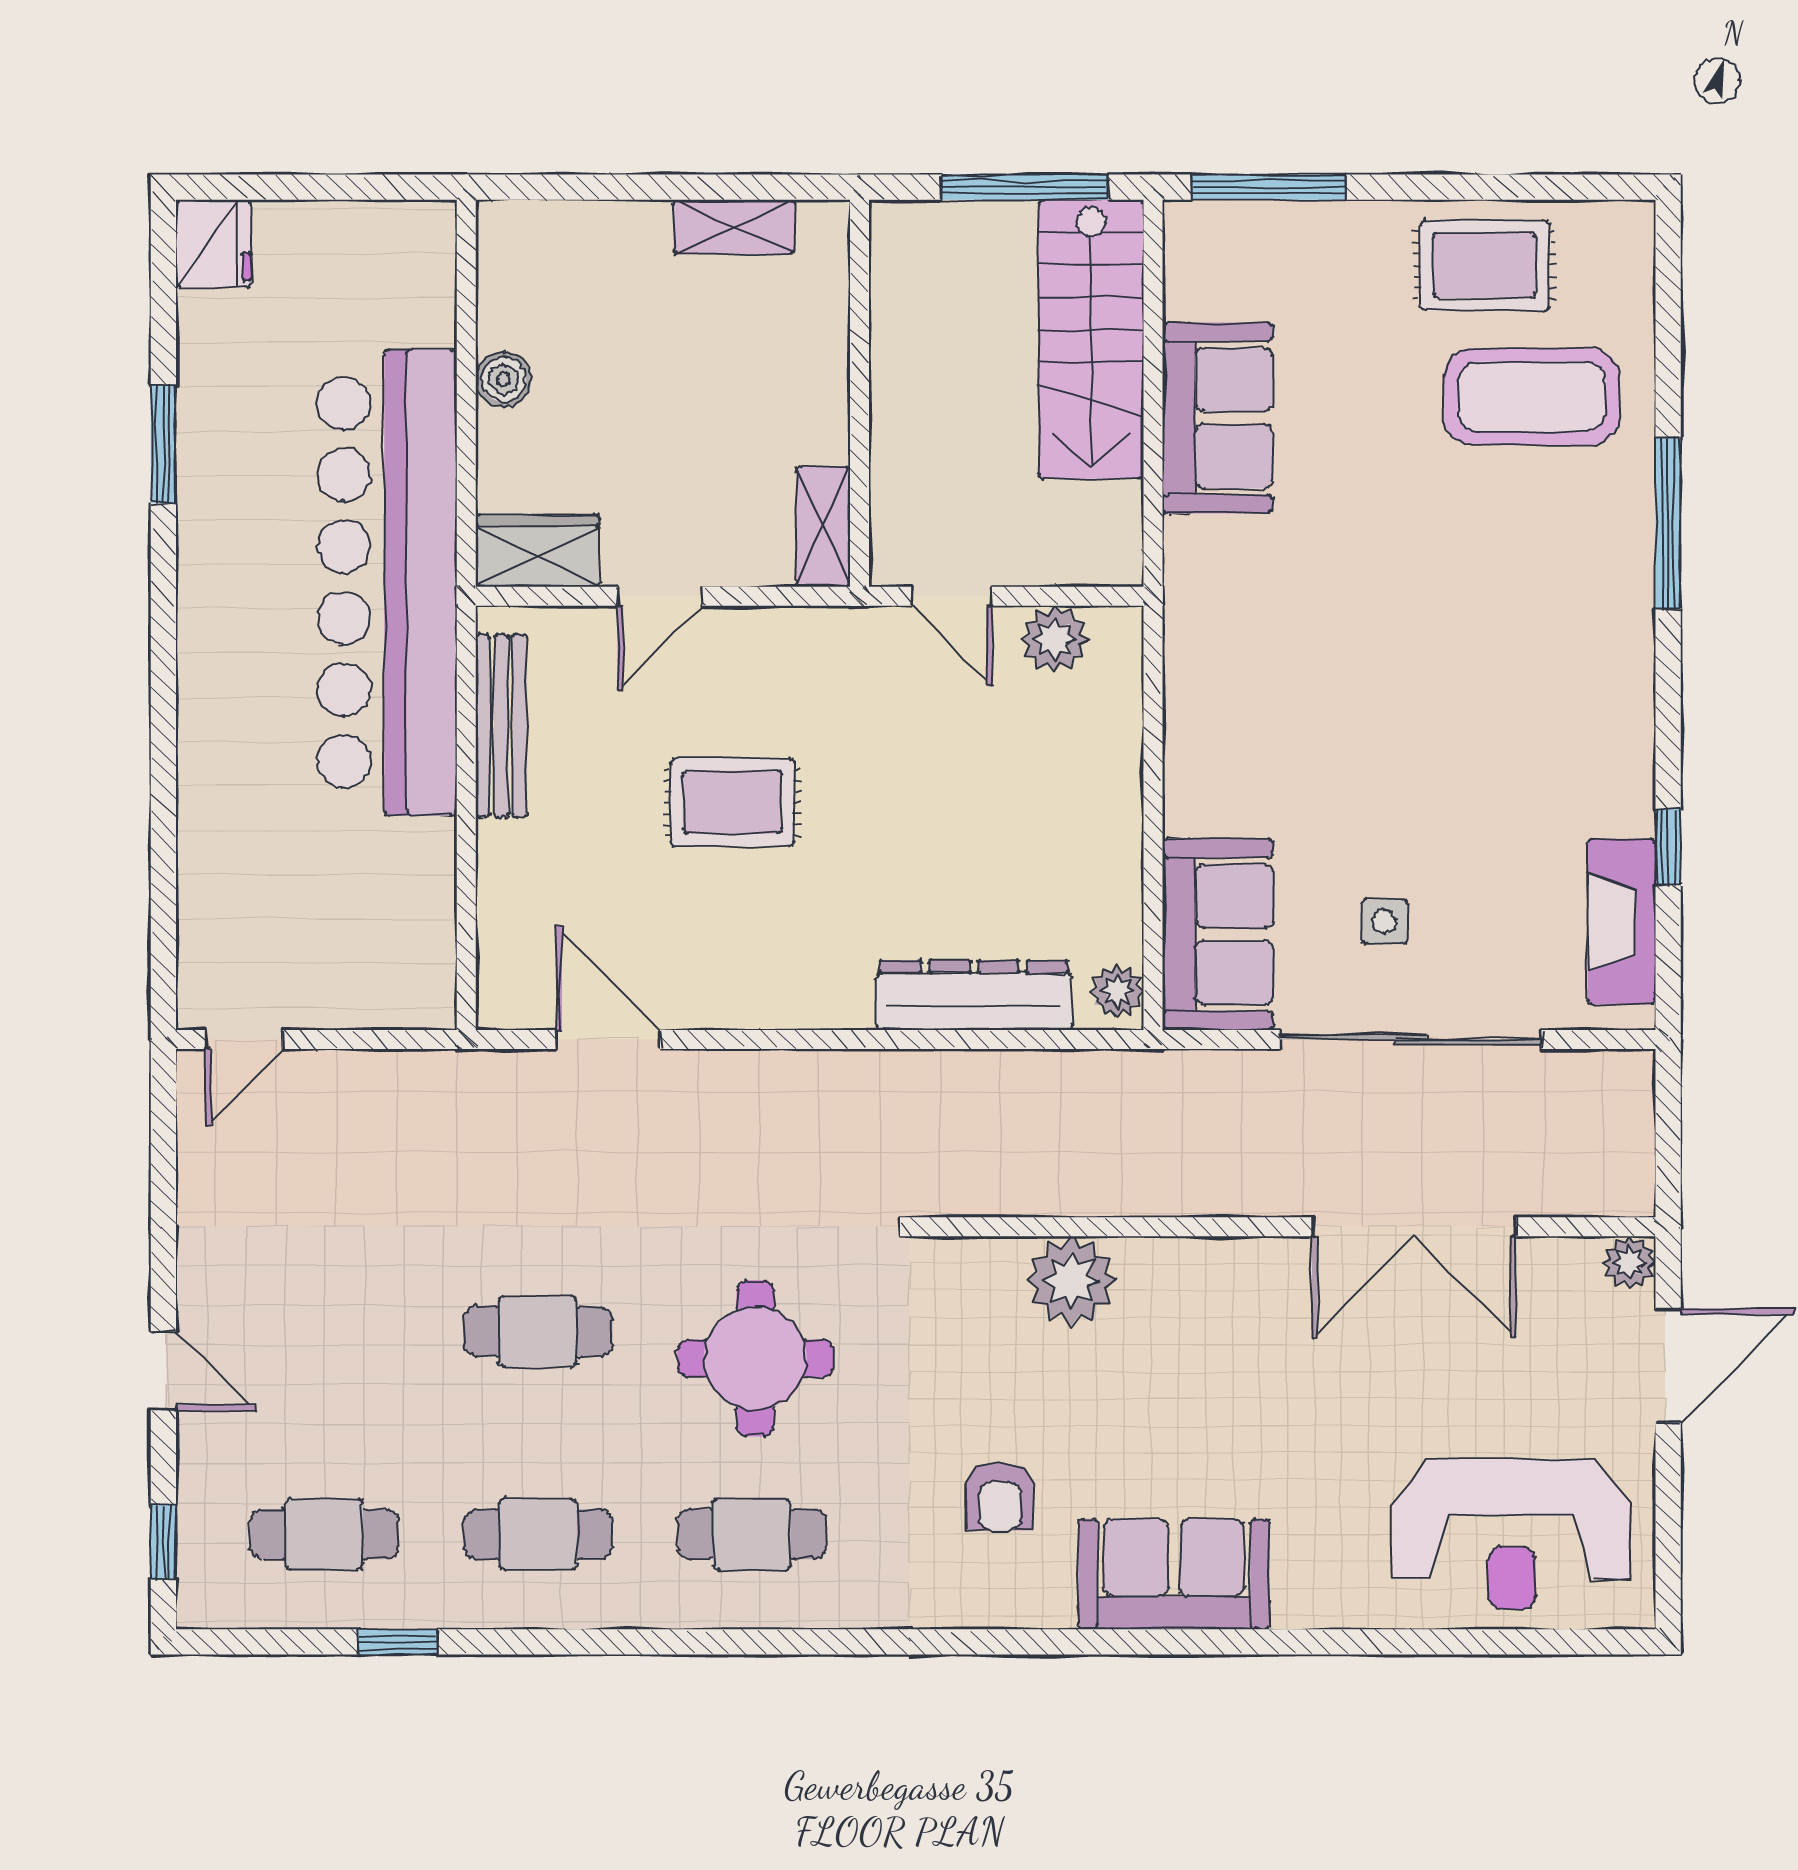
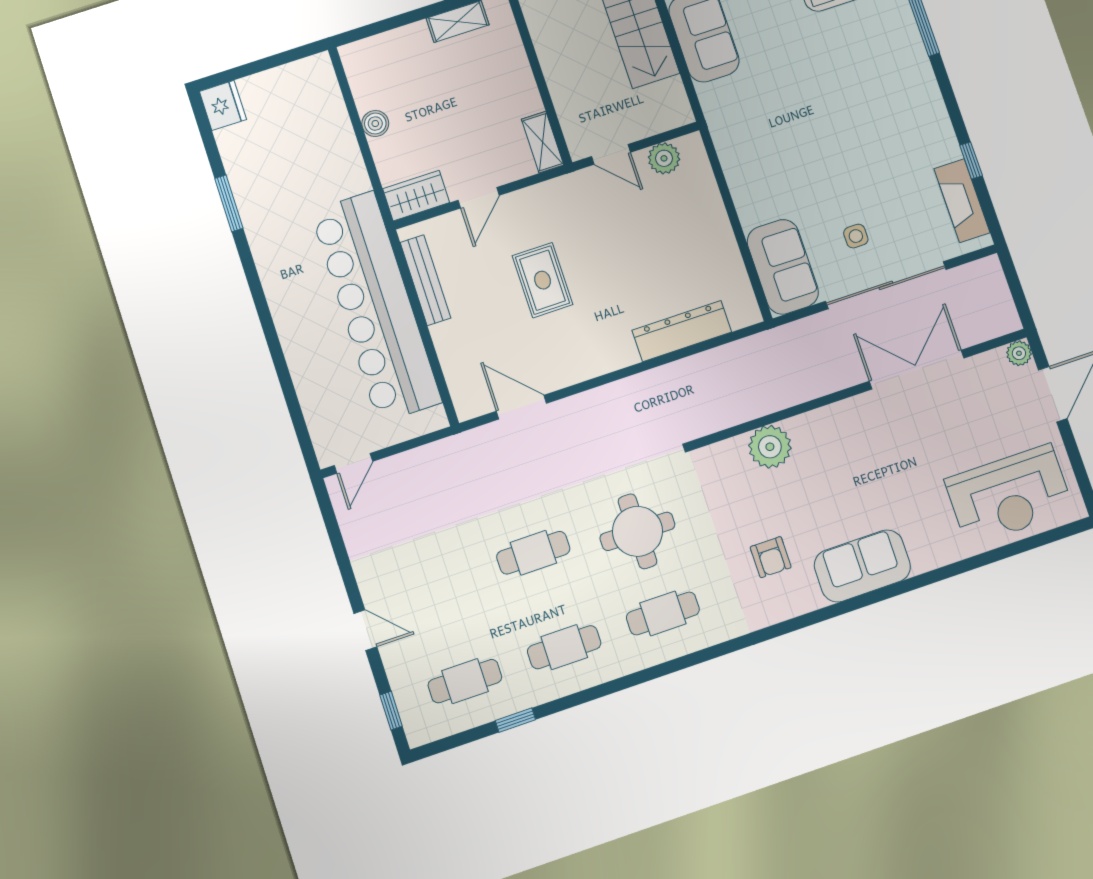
bar counter: (387, 582) -> (376, 307), moved
rug: (732, 802) -> (542, 280), turned 90
plant: (1117, 991) -> (746, 308), removed
double door: (1414, 1227) -> (917, 370), swing flipped

